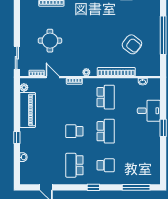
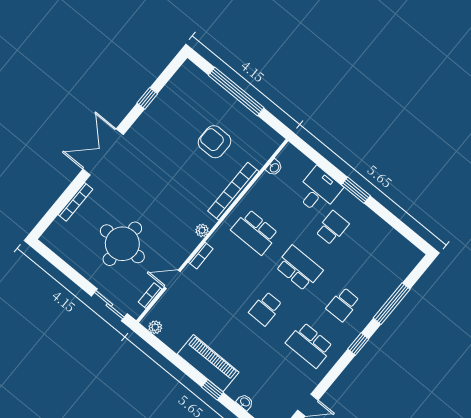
round table: (50, 41) -> (122, 244), width x1.36, depth x1.36
armchair: (132, 44) -> (215, 142), turned -128
school desk: (106, 97) -> (255, 232), turned 180
piano: (28, 110) -> (208, 363), moved
school desk: (137, 131) -> (332, 228), added
school desk: (106, 165) -> (343, 305), turned 180
window: (136, 187) -> (392, 304), moved

